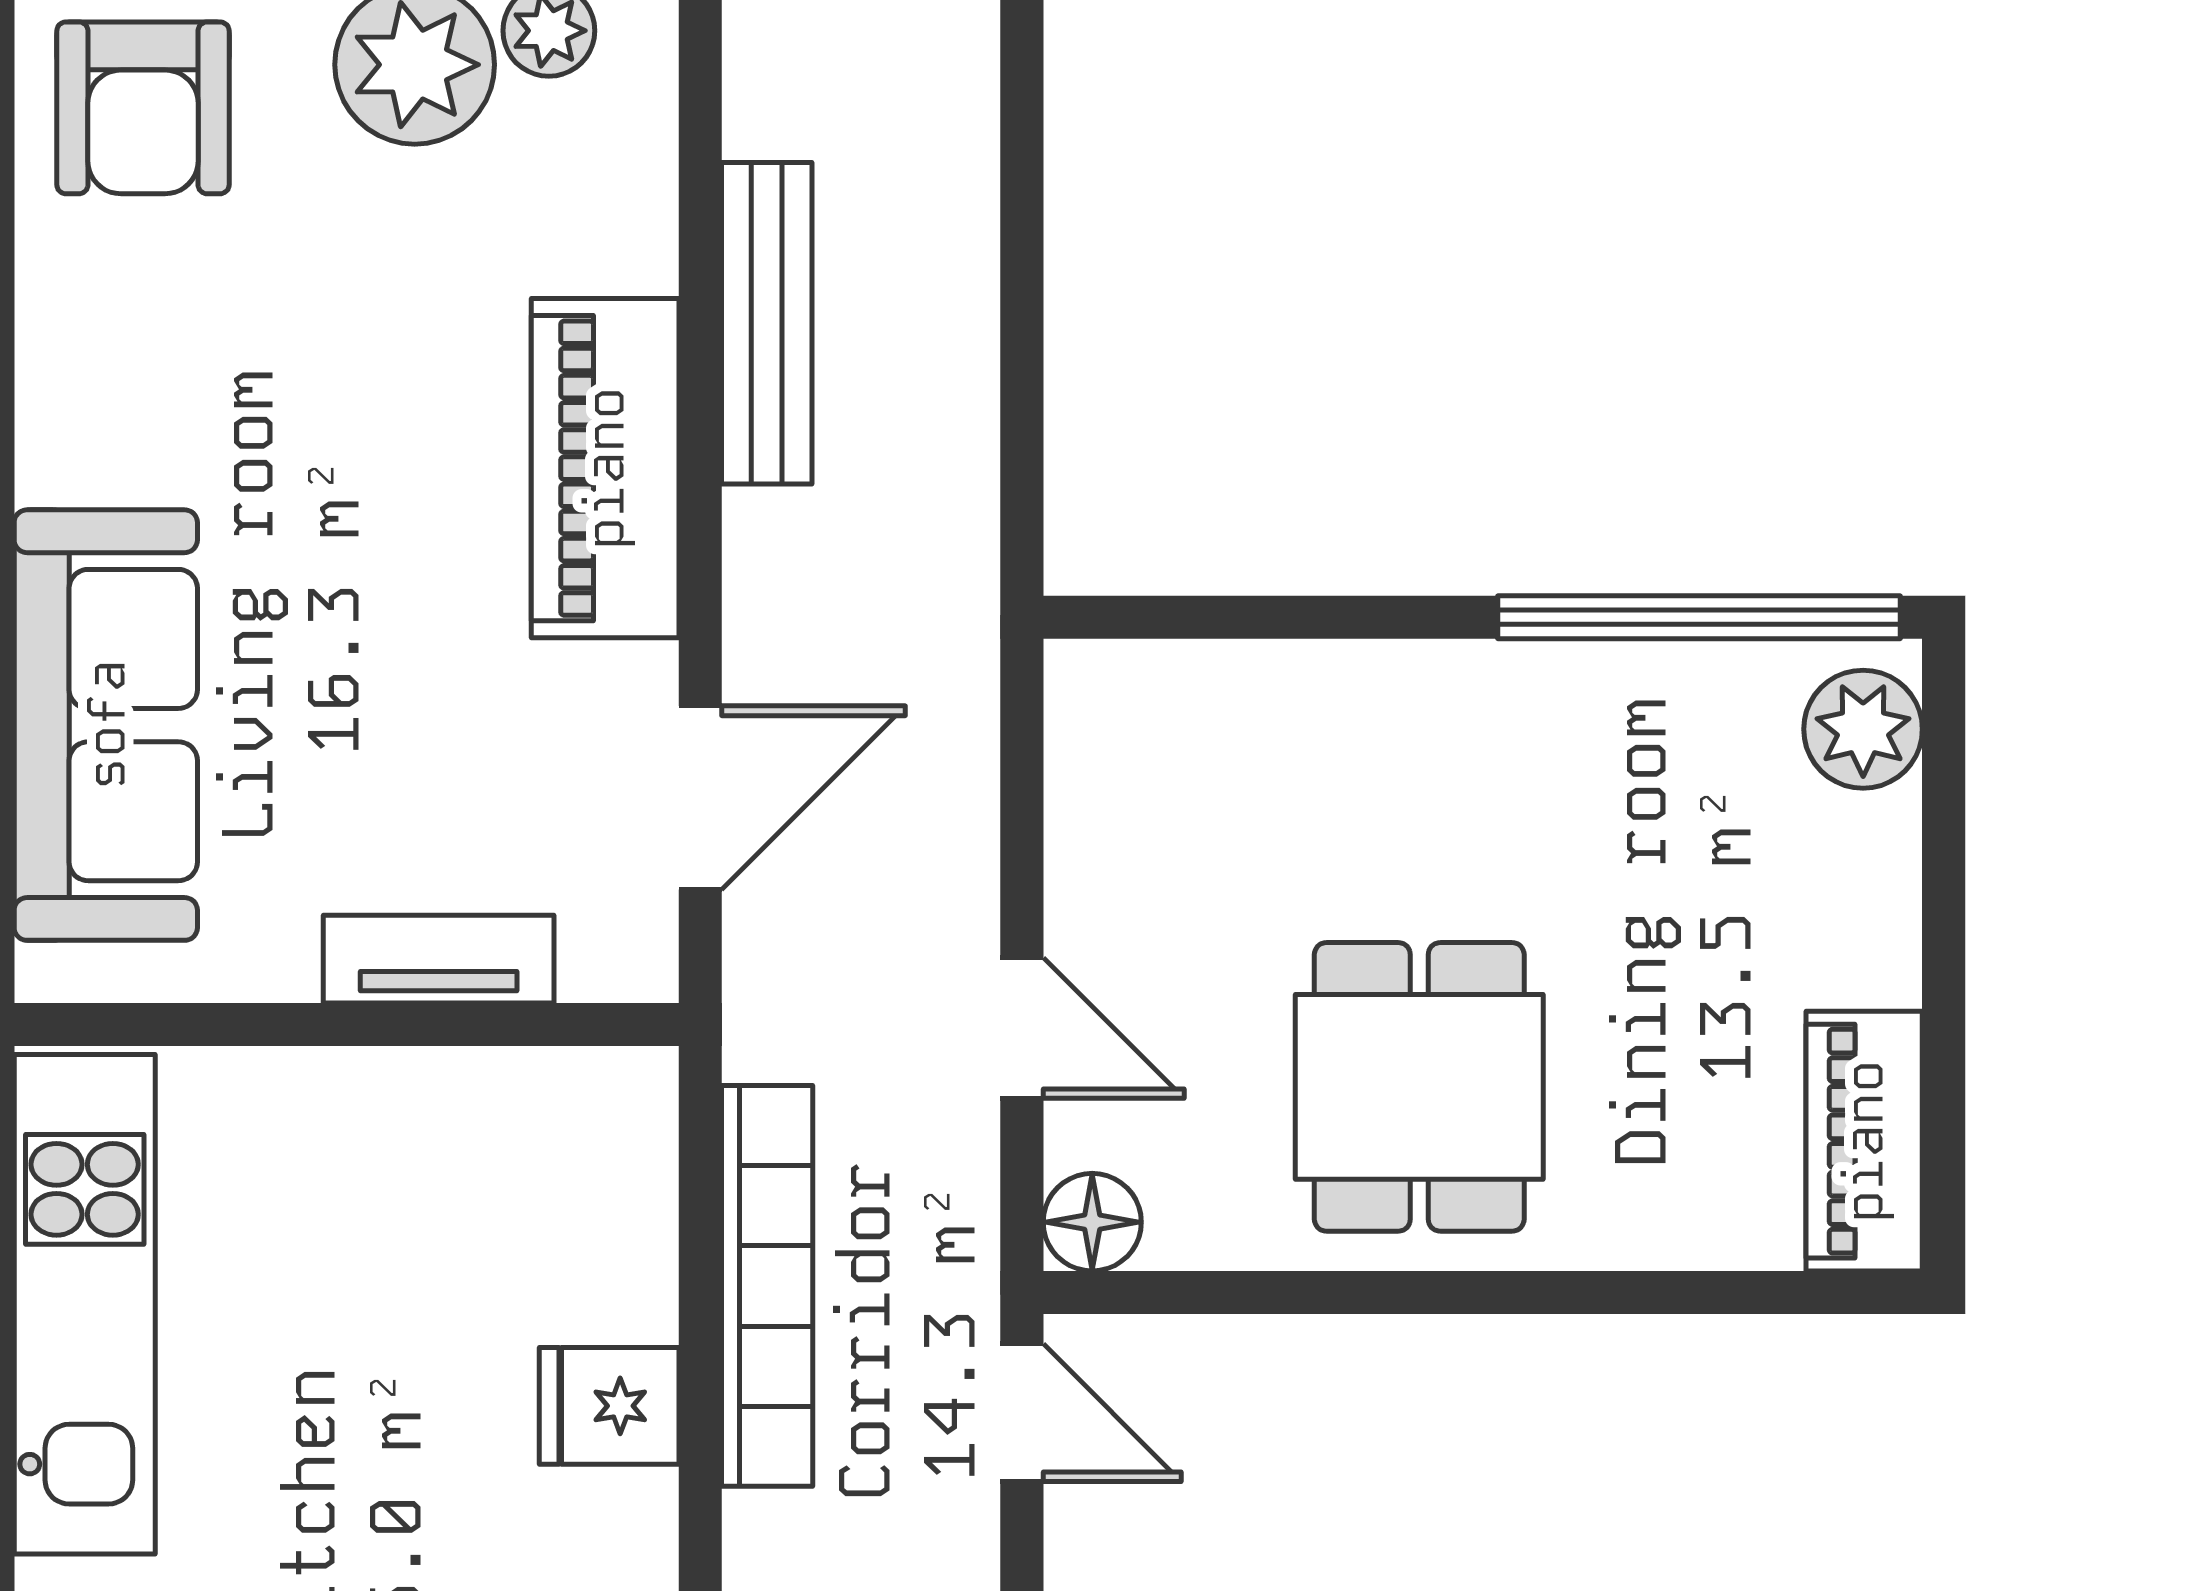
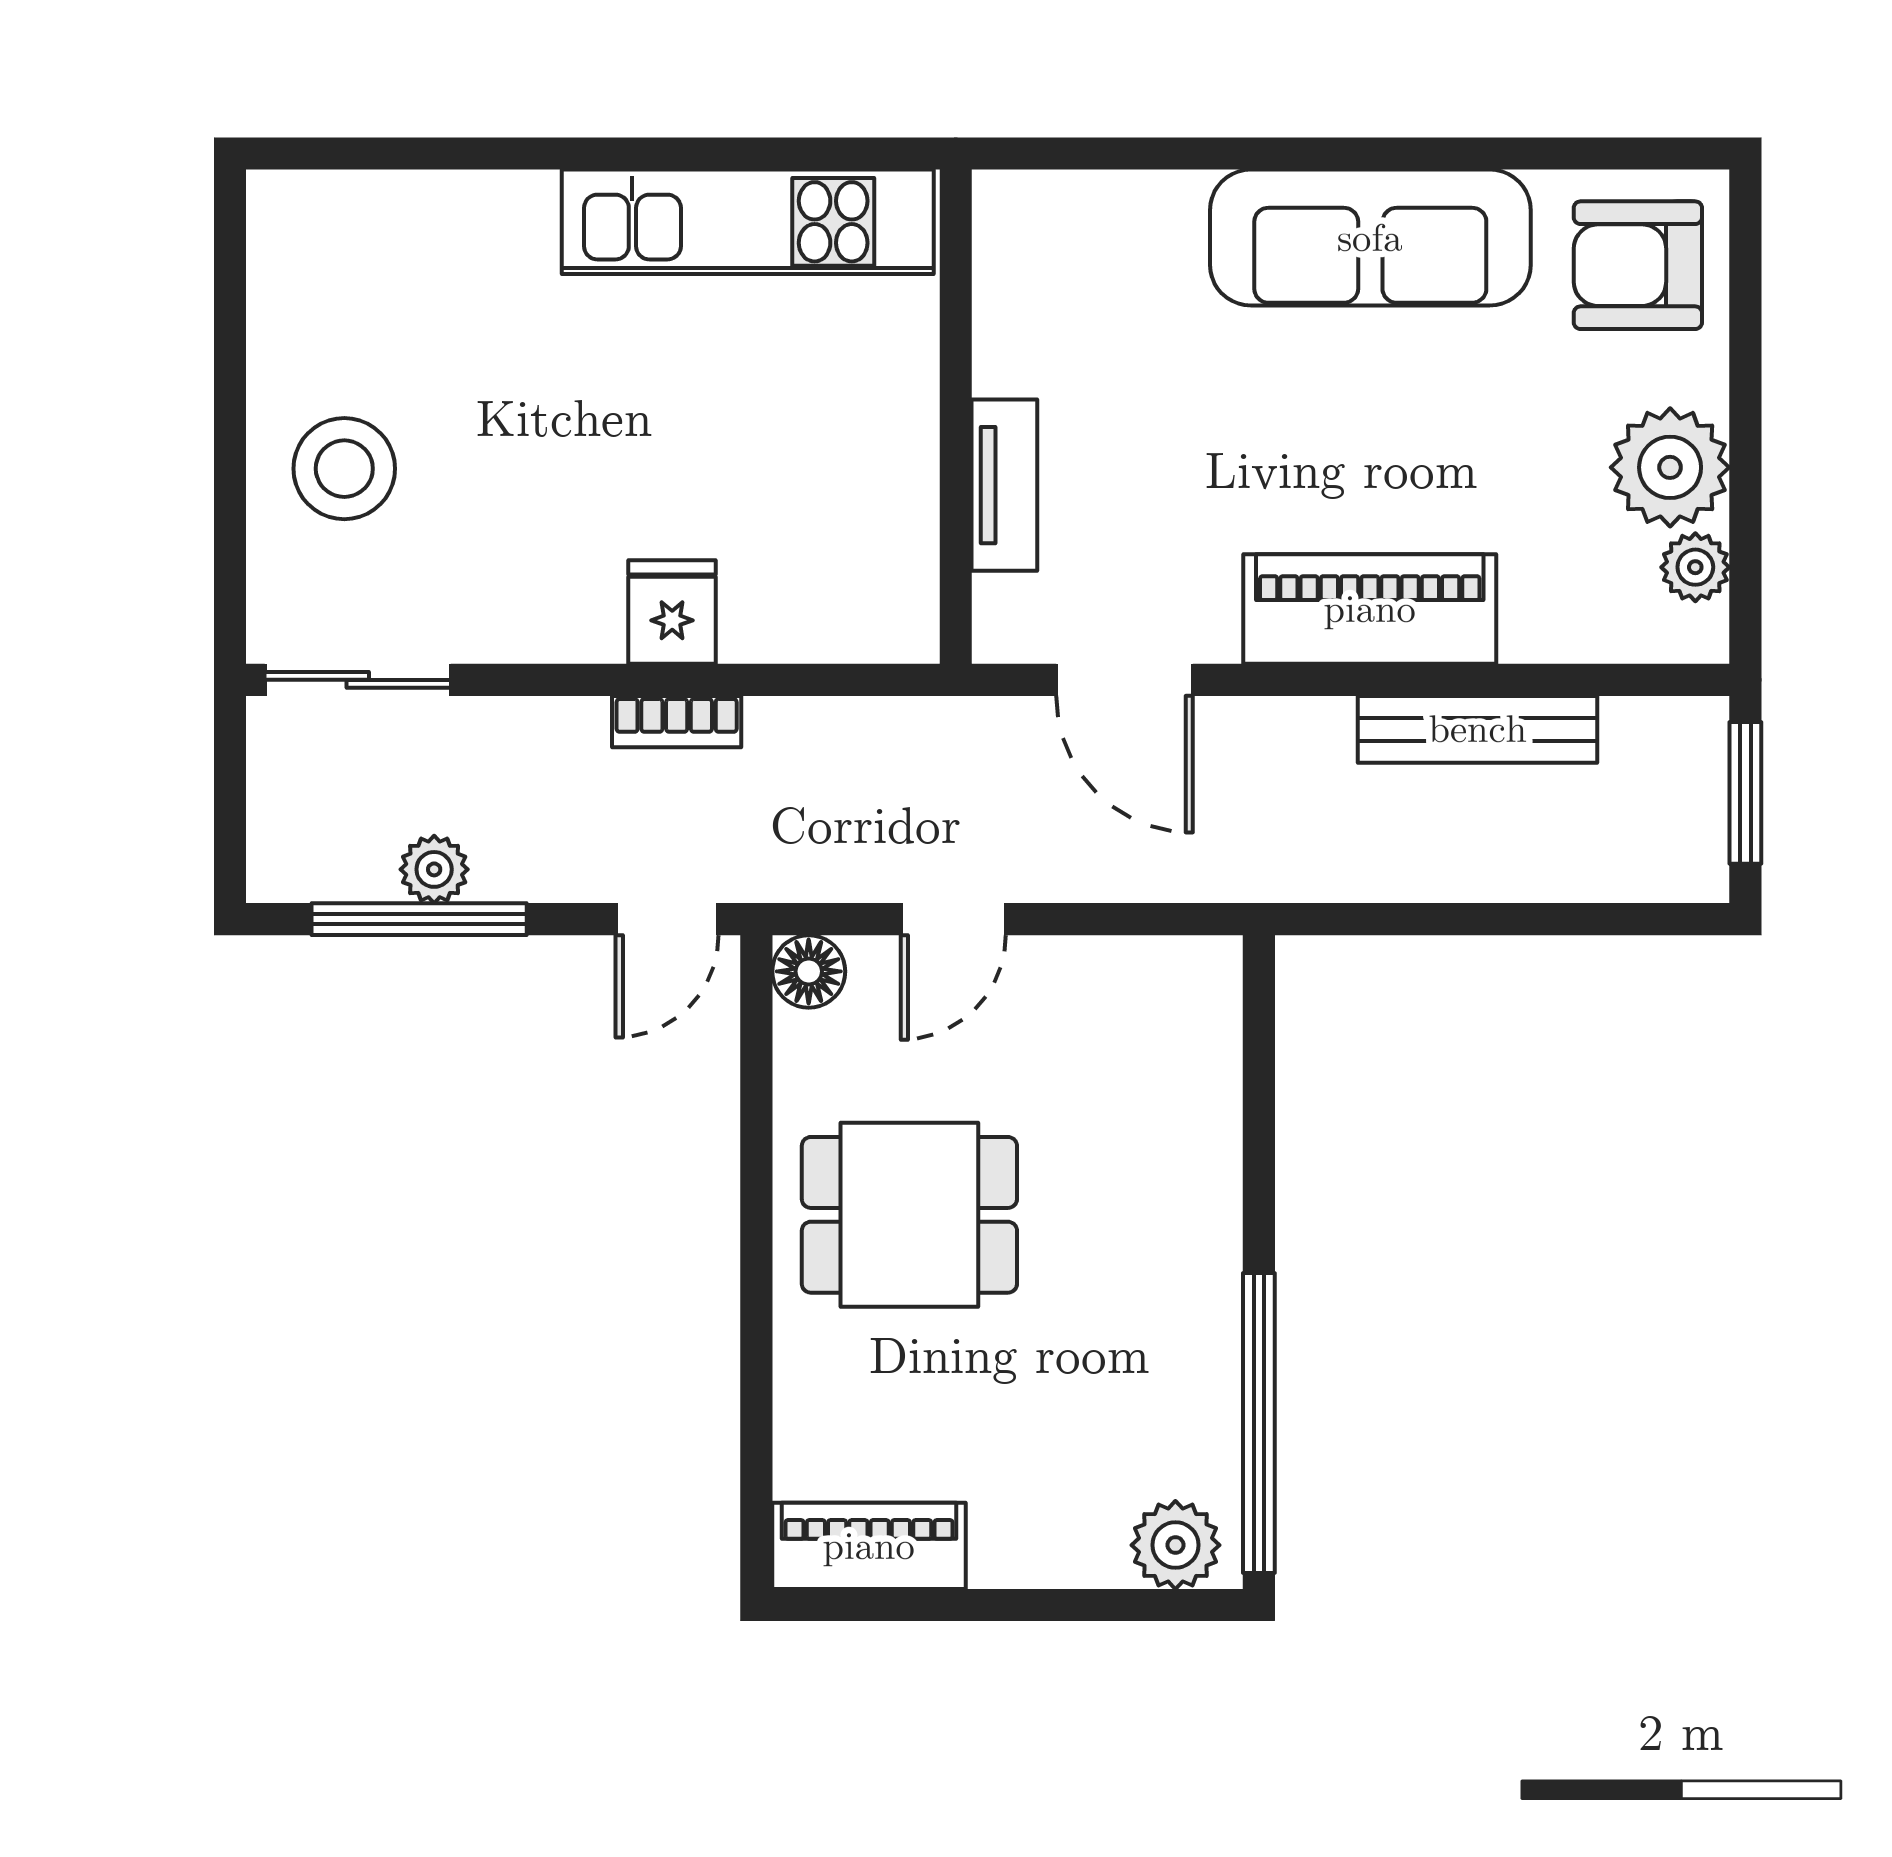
sofa: (106, 725) -> (1370, 238), moved
bookcase: (767, 1286) -> (677, 722), width x0.43, depth x0.76

